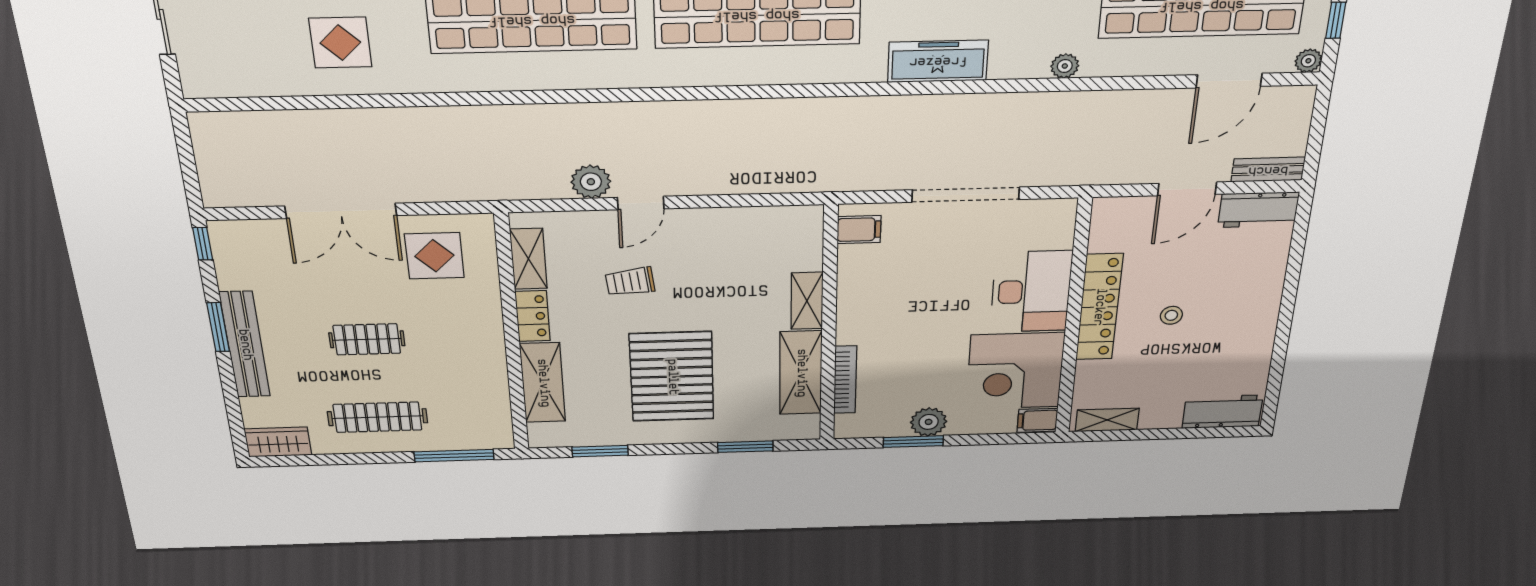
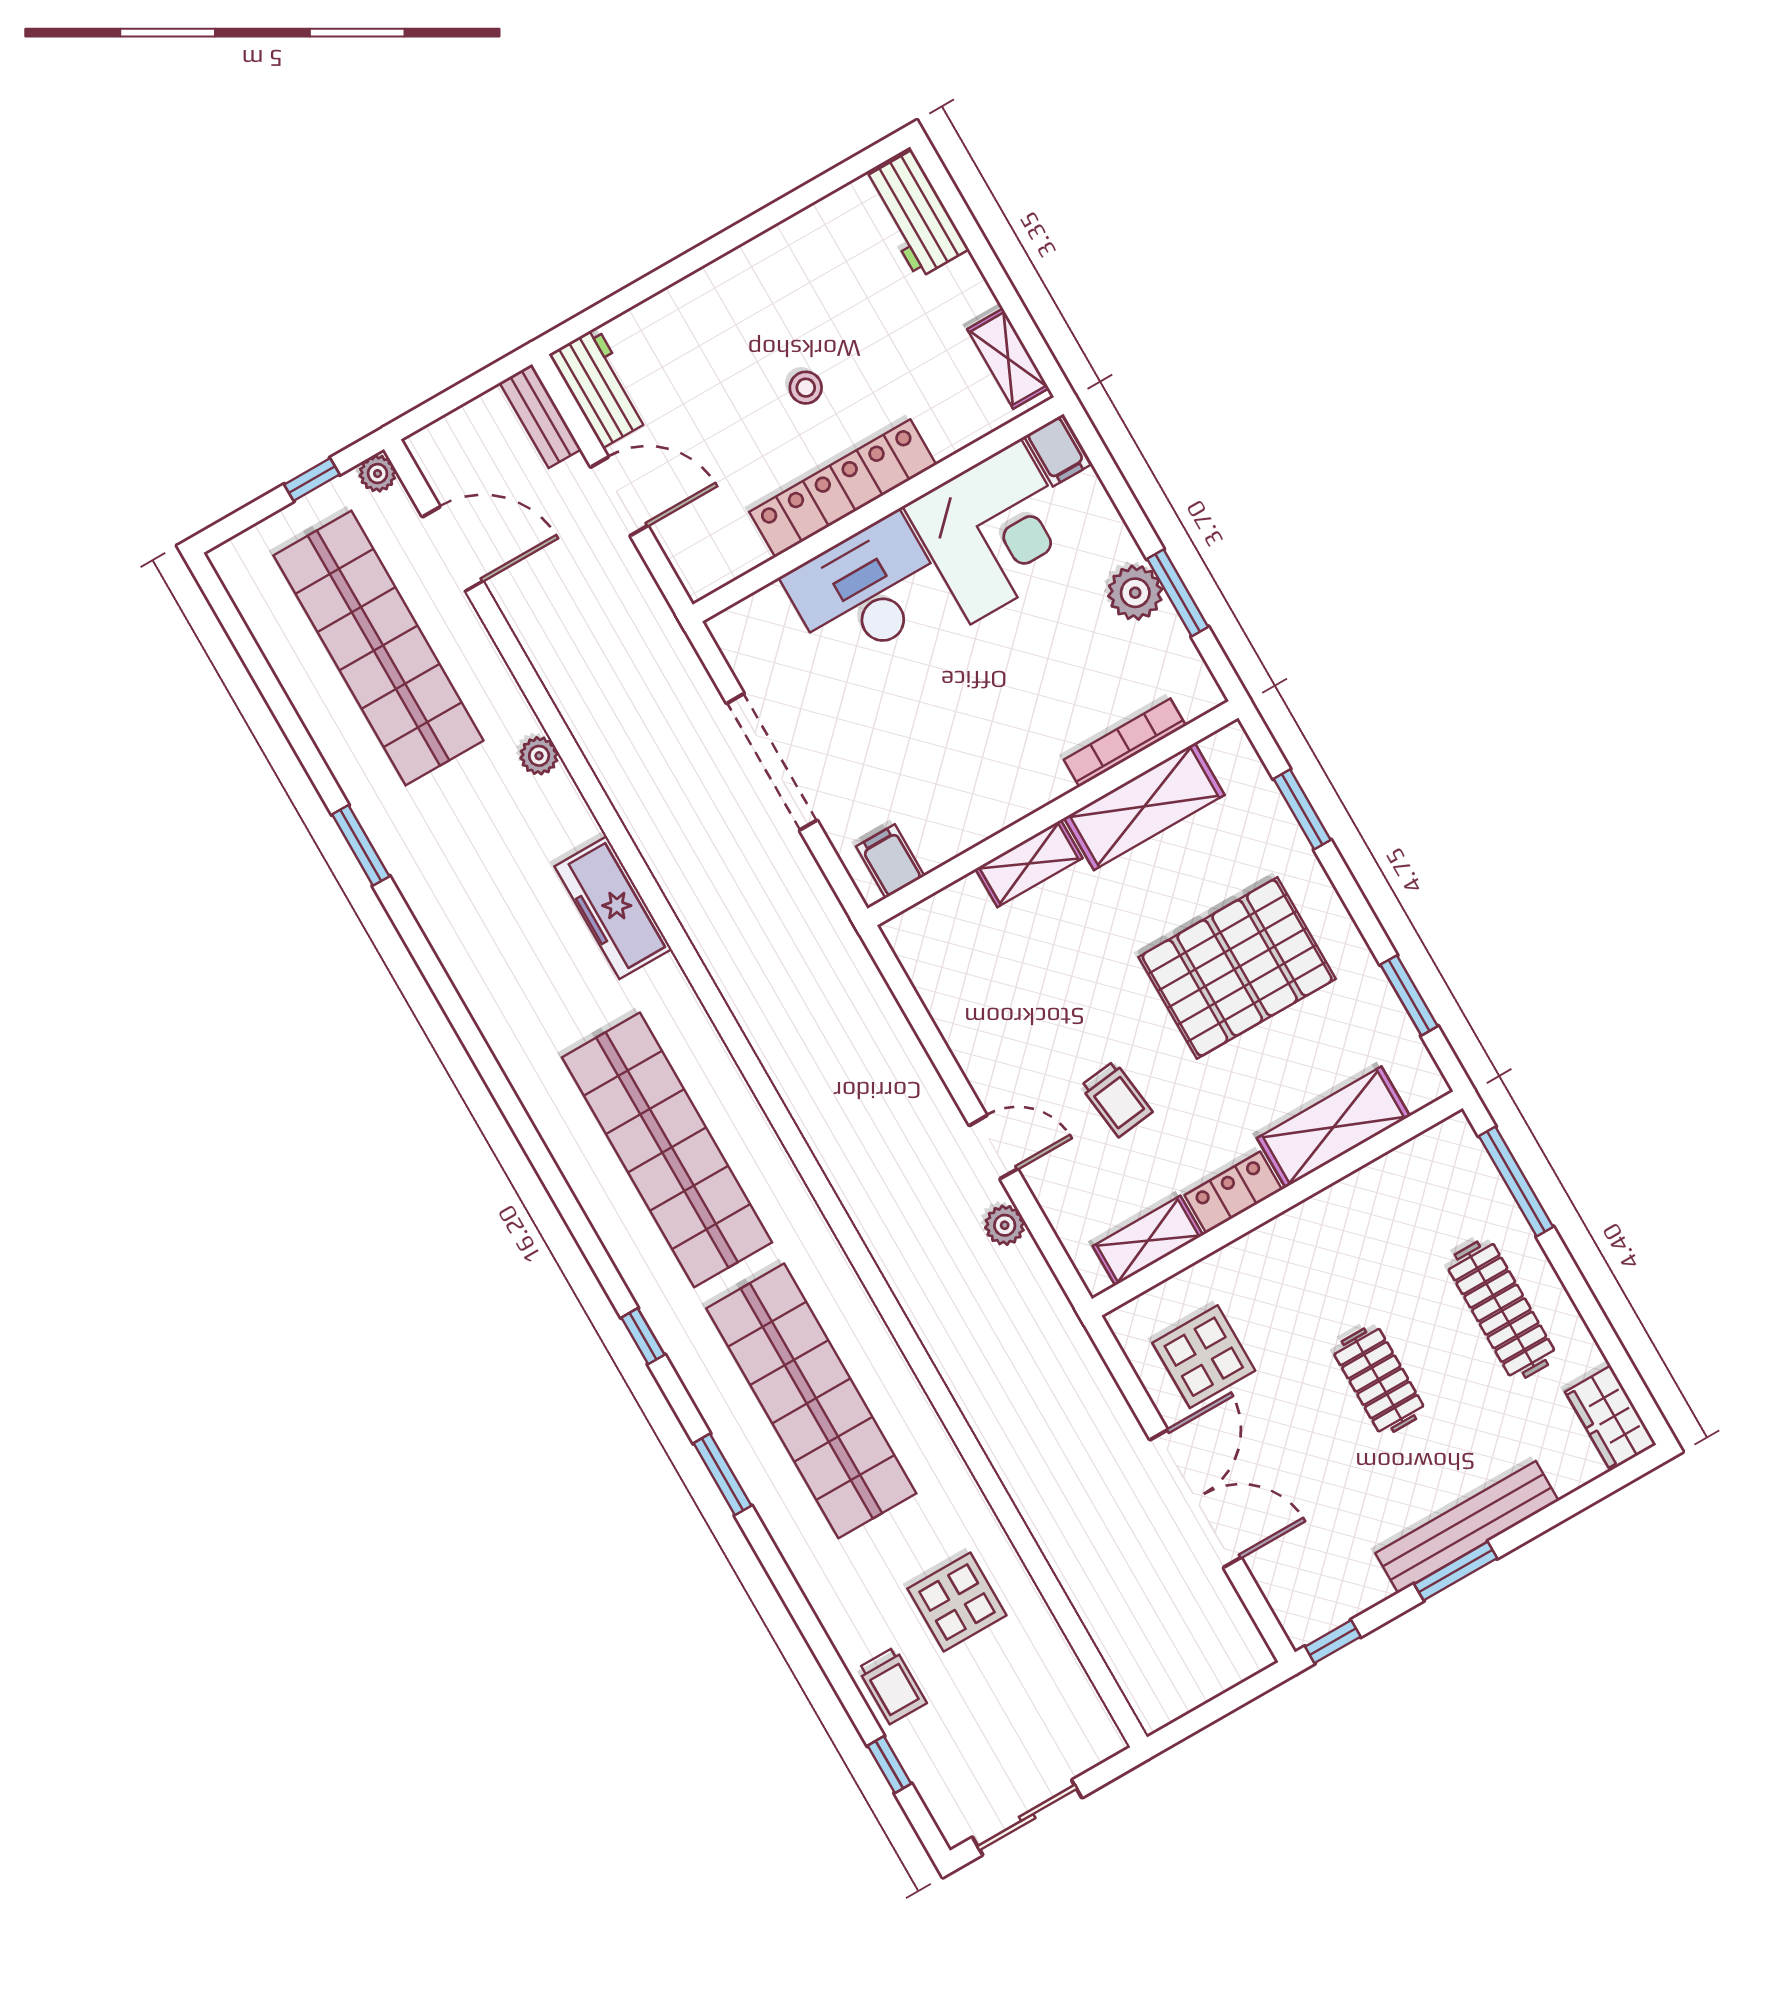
plant: (591, 182) -> (1005, 1225), width x0.73, depth x0.73

